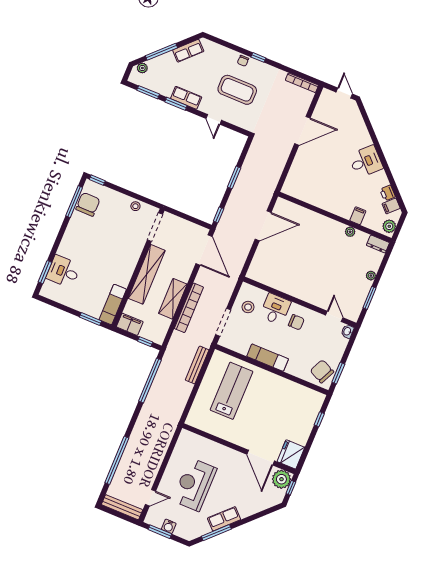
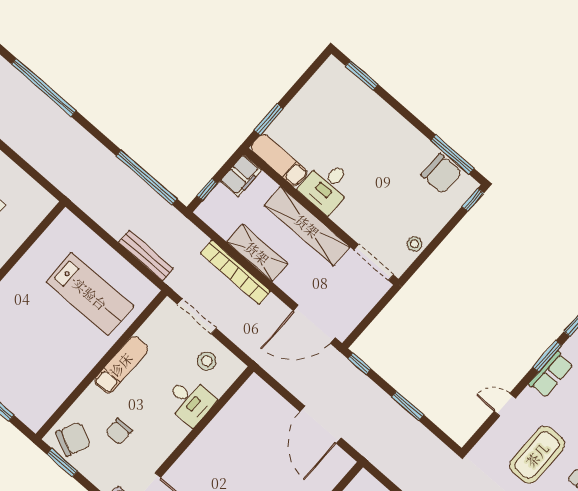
desk: (63, 272) -> (327, 186), moved, turned 180
chair: (296, 322) -> (119, 431), moved

